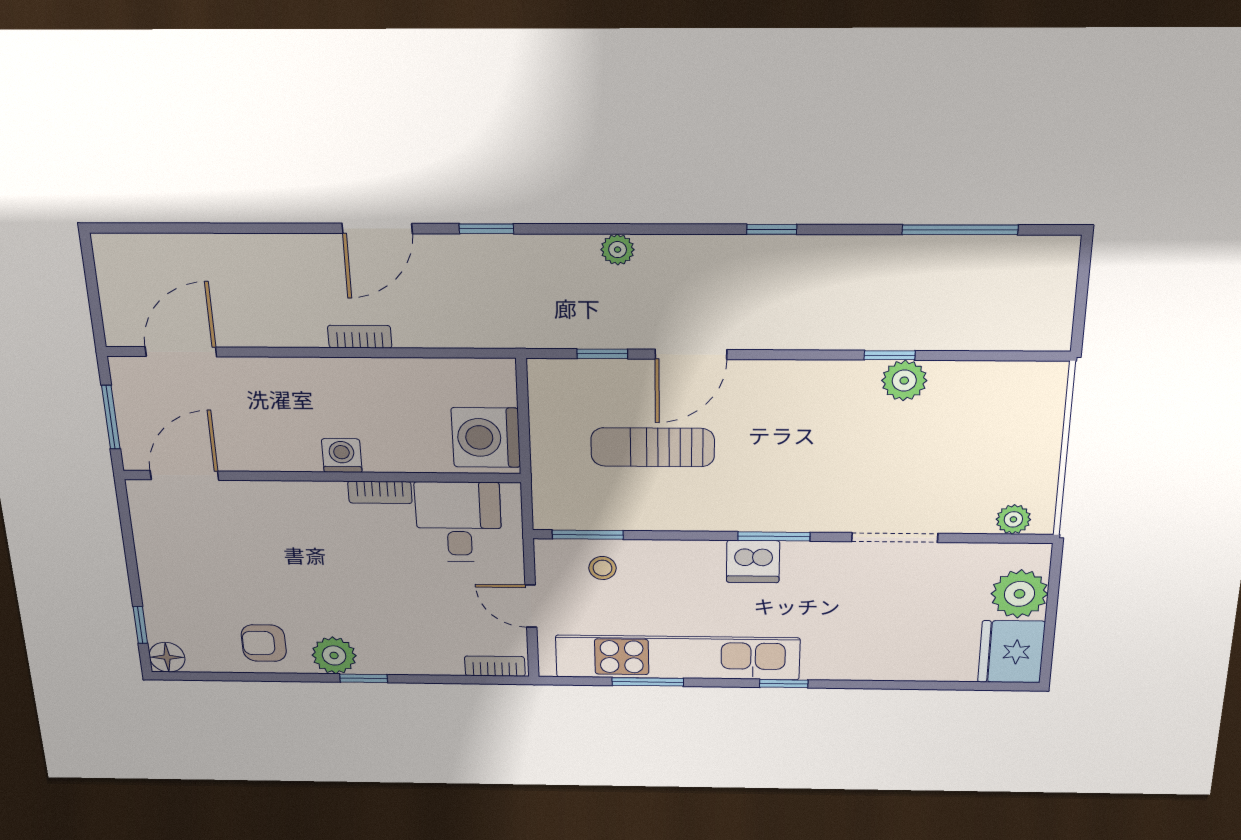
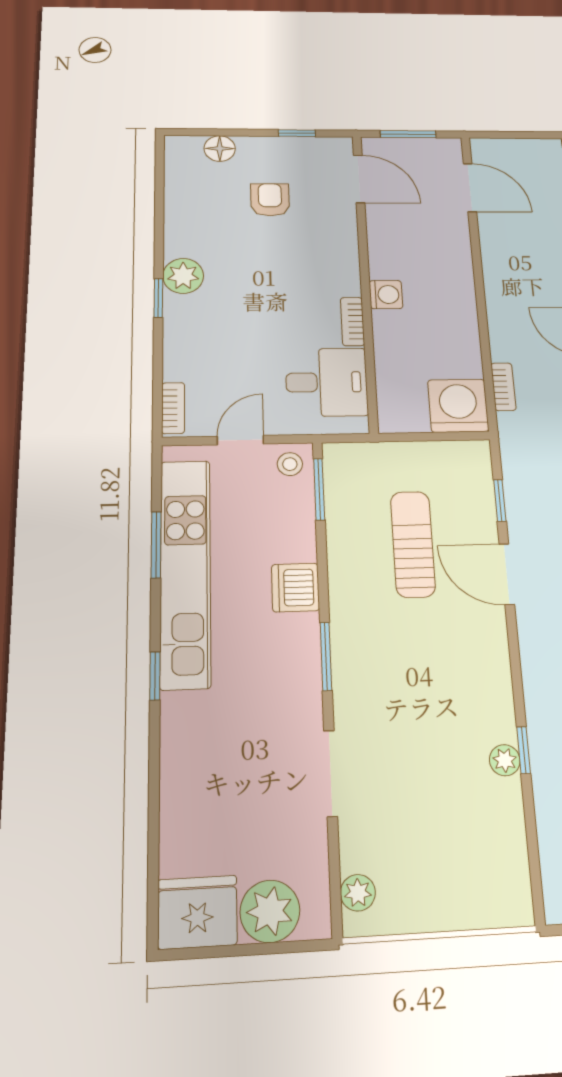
bookcase: (360, 337) -> (503, 387), moved
plant: (904, 381) -> (505, 760), width x0.73, depth x0.73
washing machine: (486, 438) -> (458, 406), moved
dishwasher: (753, 562) -> (295, 588), moved
stool: (603, 568) -> (290, 464), moved
window: (140, 625) -> (297, 133), moved
armchair: (264, 643) -> (270, 200), moved
floor lamp: (167, 657) -> (220, 149), moved

